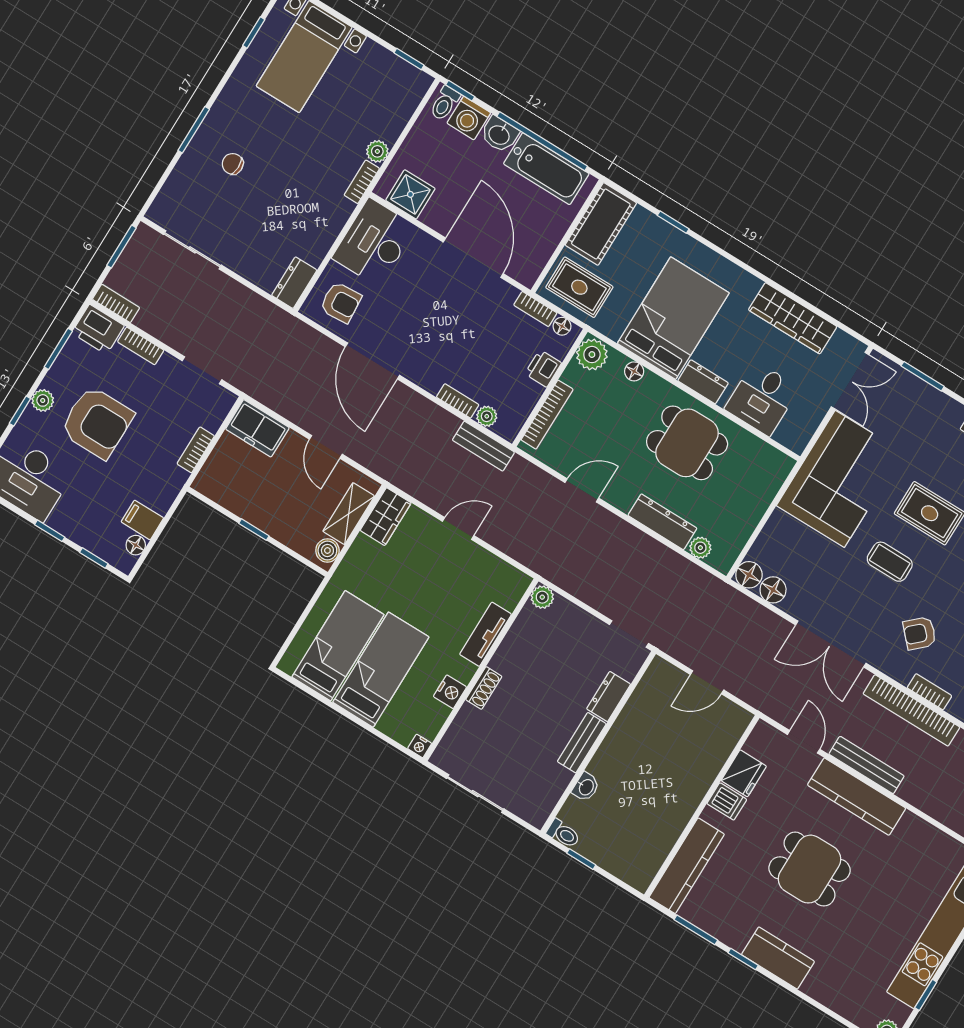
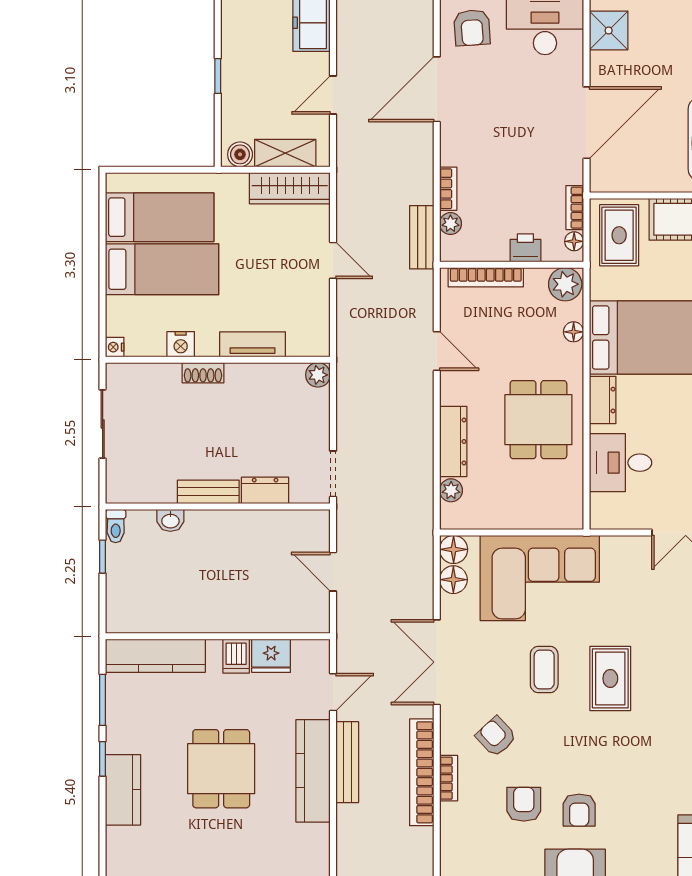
corner sofa: (840, 479) -> (540, 578), moved
wardrobe: (386, 517) -> (290, 188), width x1.50

